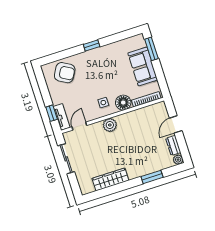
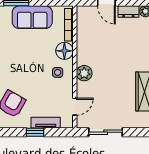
window: (52, 113) -> (35, 132), moved
tv unit: (62, 117) -> (46, 123), moved
door: (79, 126) -> (75, 107), swing flipped

